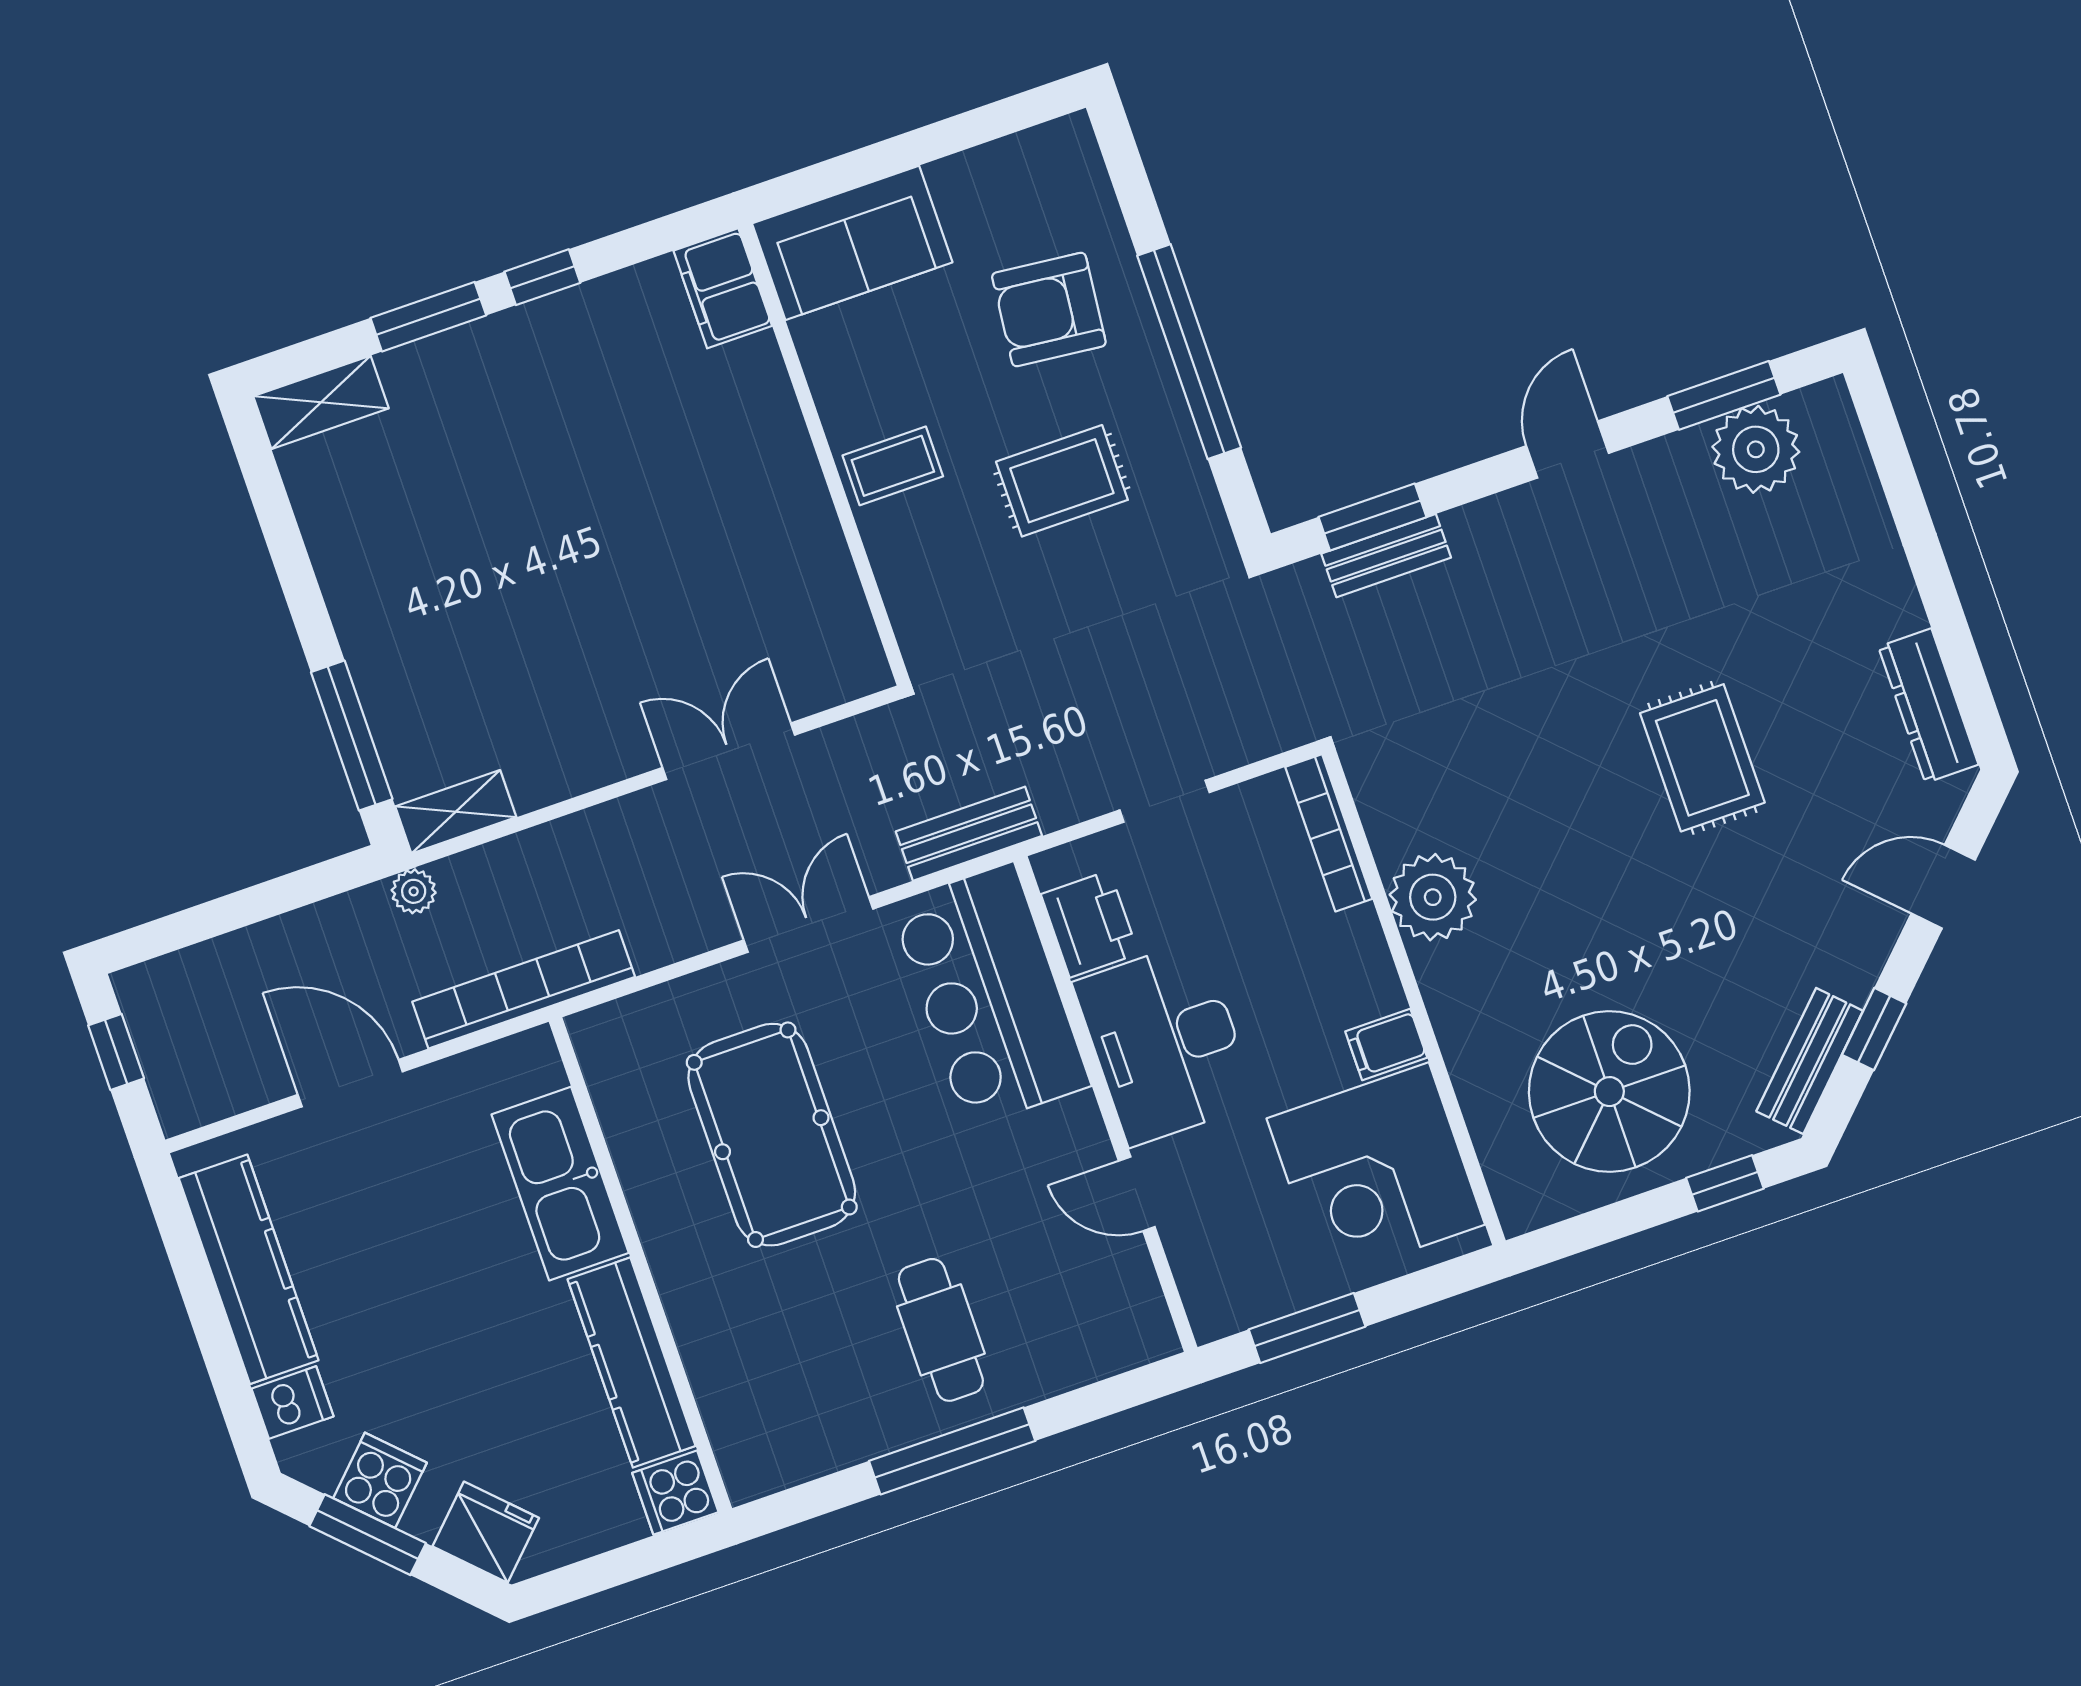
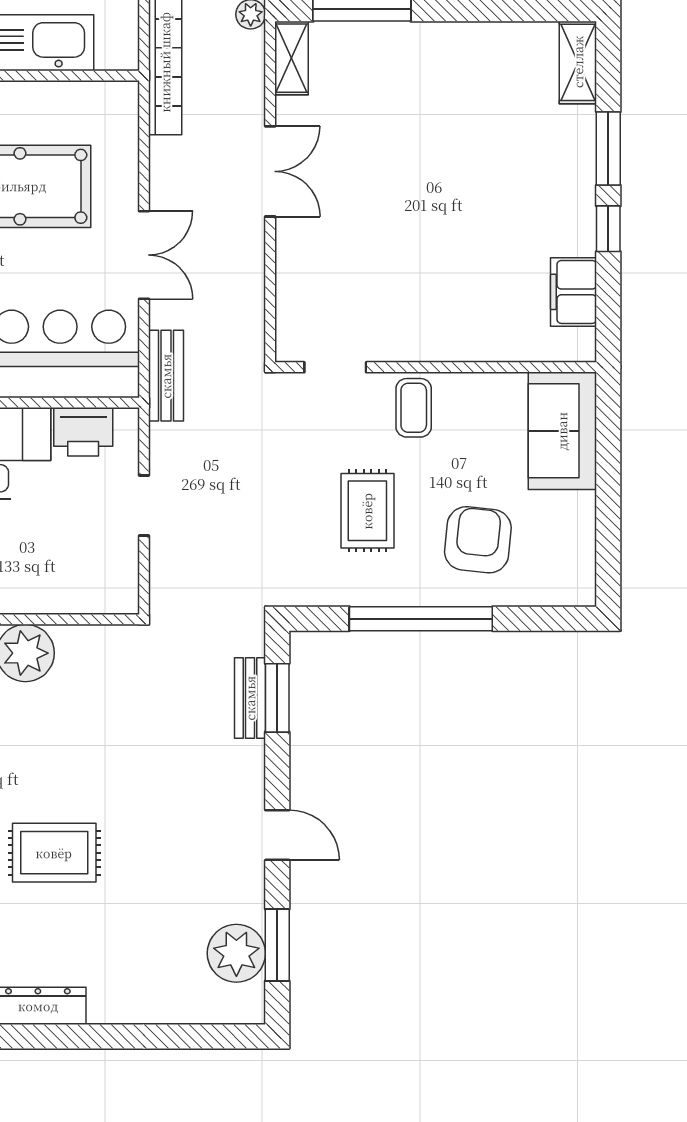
filing cabinet: (723, 288) -> (574, 292), moved, turned -90
doorway: (874, 597) -> (335, 367), added
double door: (729, 751) -> (270, 171), moved
bookcase: (1329, 833) -> (88, 602), removed

